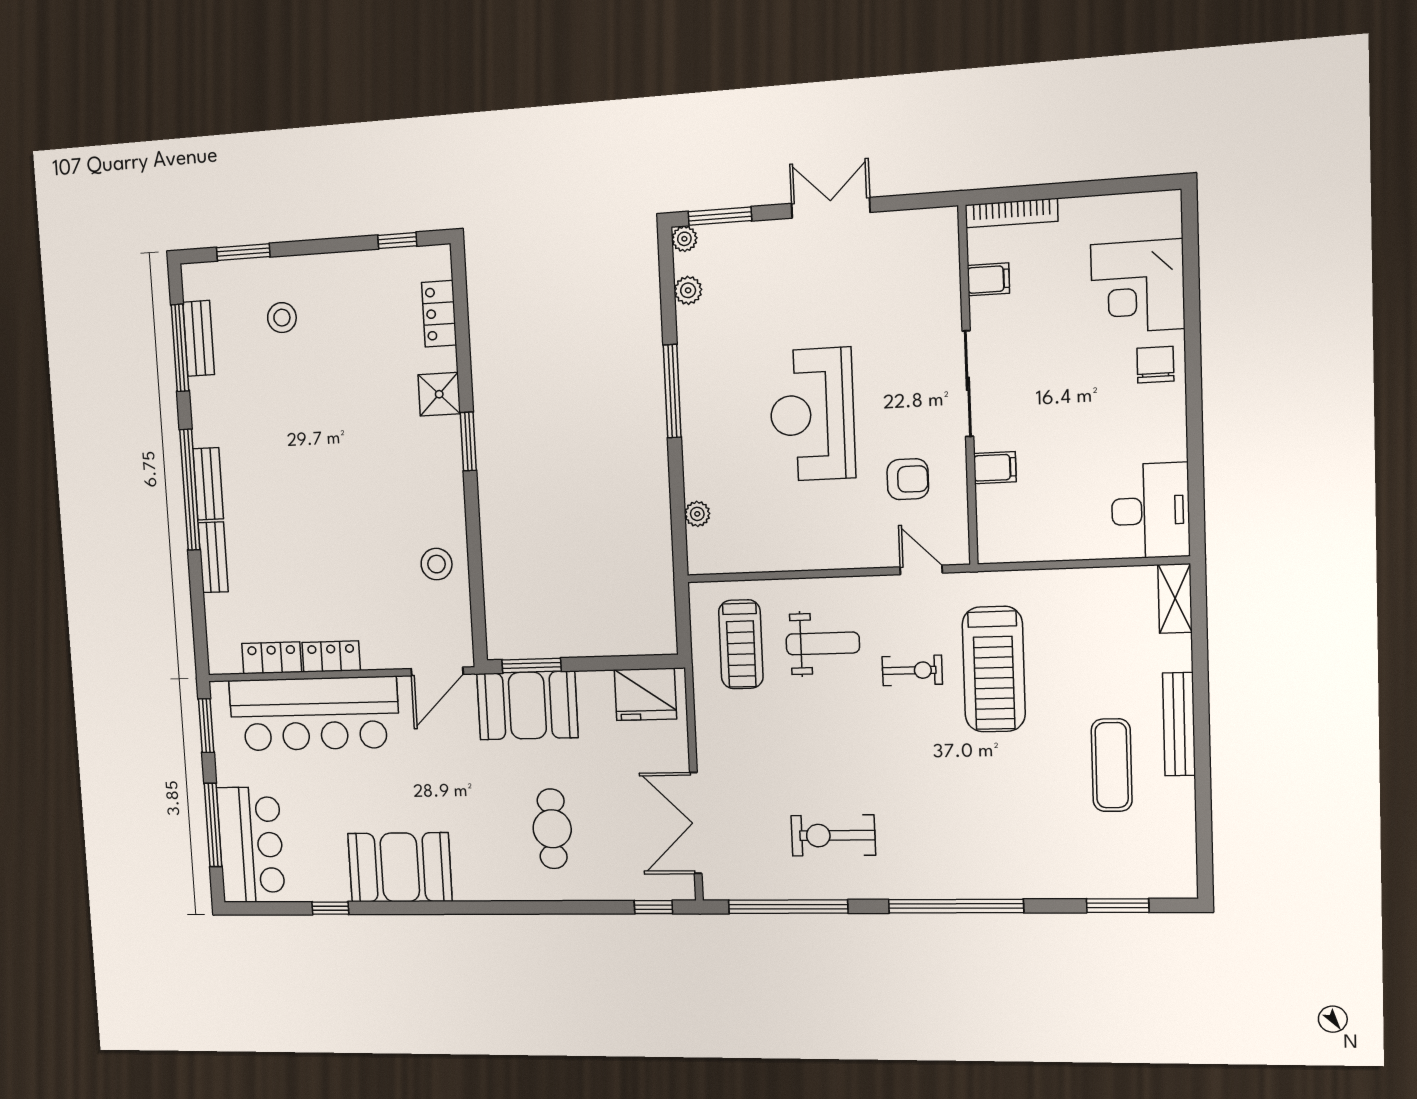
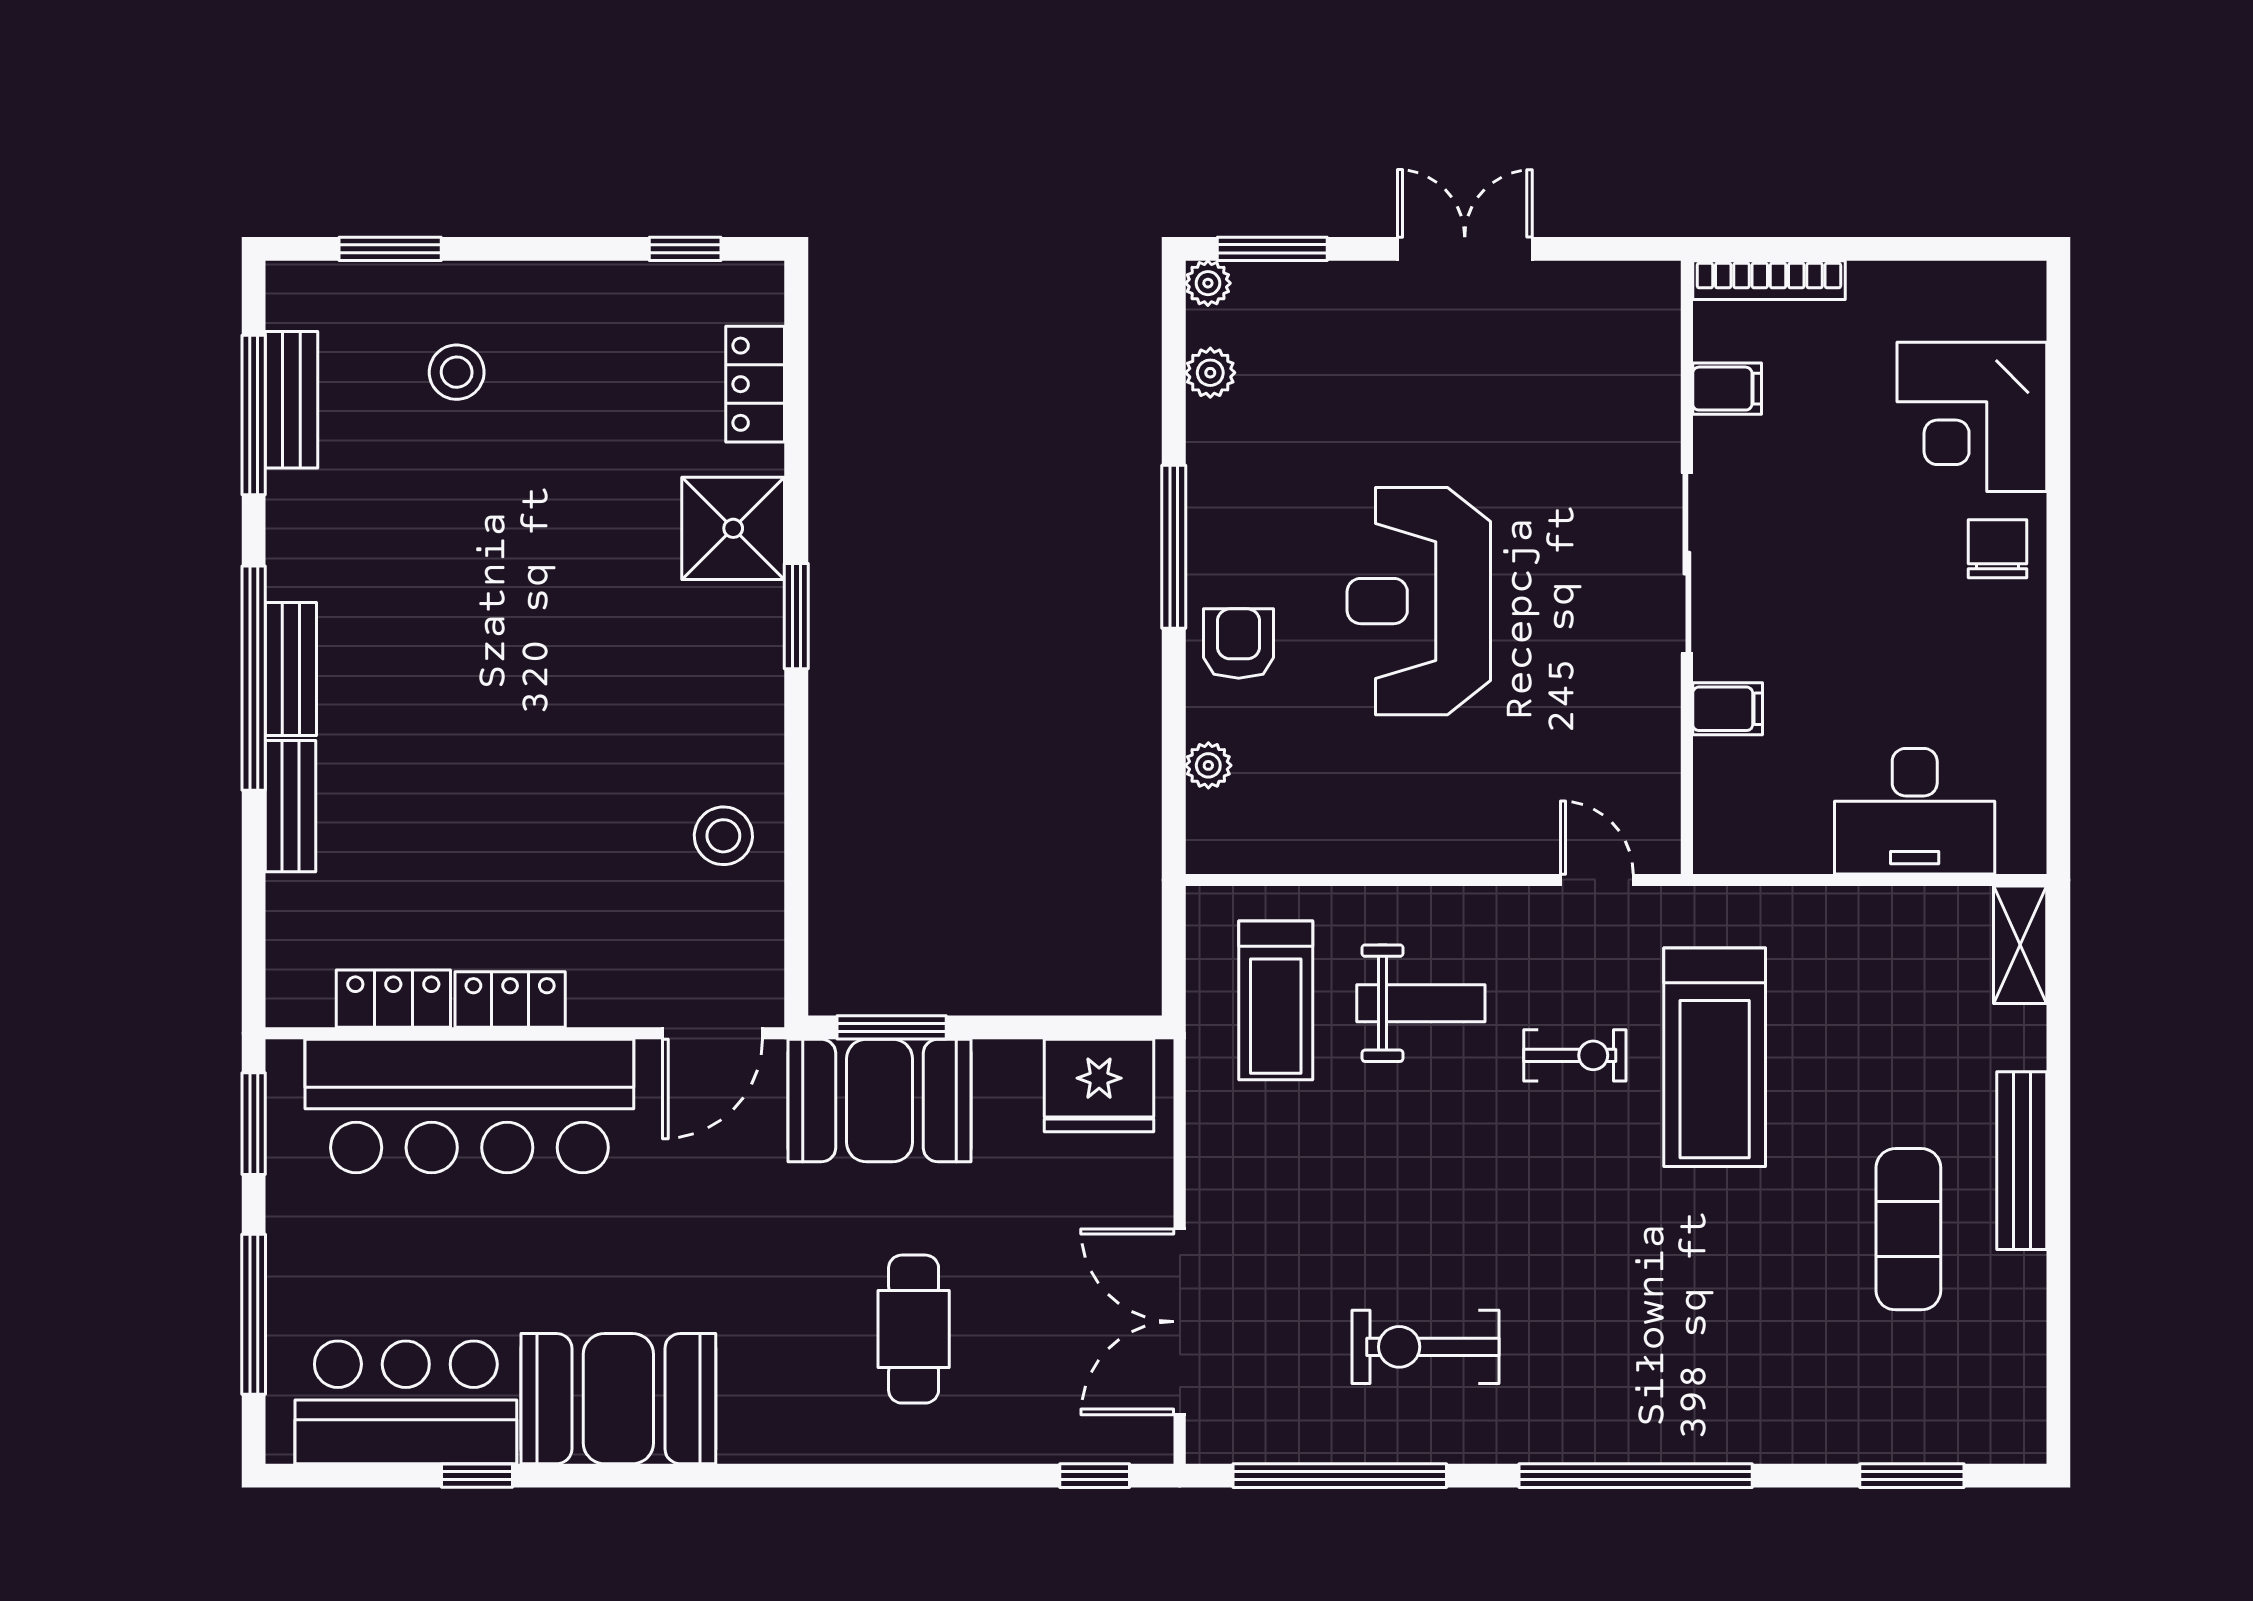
shower: (439, 394) -> (733, 528), width x1.36, depth x1.36
armchair: (908, 479) -> (1239, 644), moved, turned -90
desk: (1151, 511) -> (1915, 811), moved, turned 90
bar counter: (251, 845) -> (406, 1402), moved, turned -90

